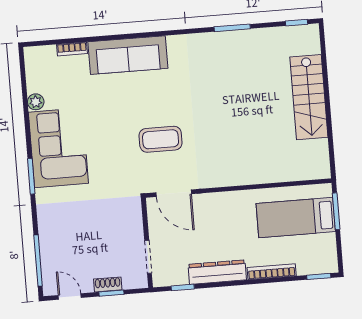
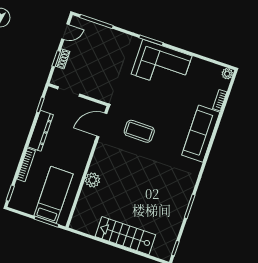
plant: (36, 102) -> (227, 74), moved
coffee table: (161, 139) -> (139, 131), turned 90
plant: (253, 174) -> (93, 180), added

